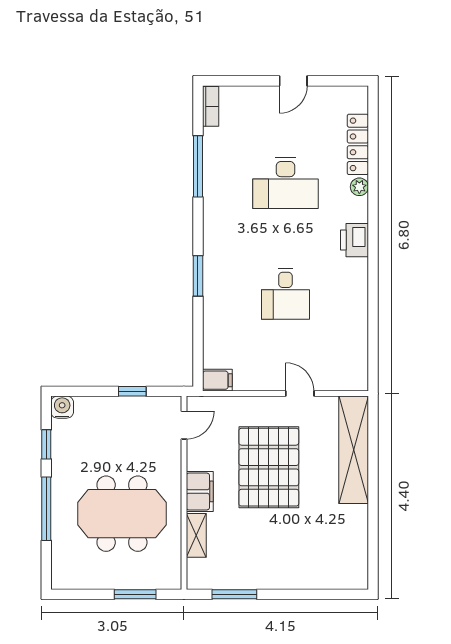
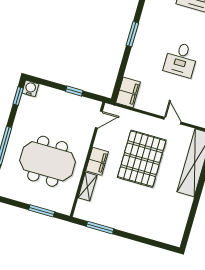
filing cabinet: (217, 380) -> (128, 92), width x2.00
window: (46, 444) -> (18, 96), moved

